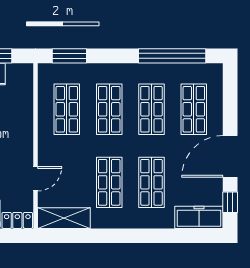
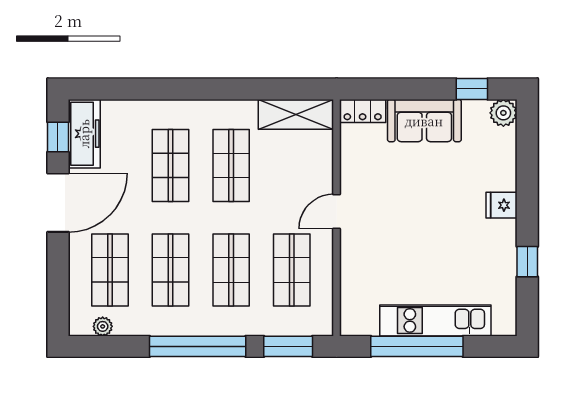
window: (172, 56) -> (198, 346), moved
plant: (199, 70) -> (103, 326), added
door: (36, 179) -> (337, 211), moved
freezer: (199, 217) -> (84, 134), moved, turned -90

